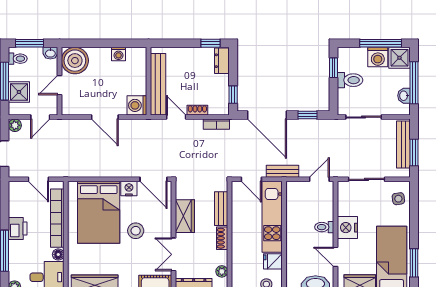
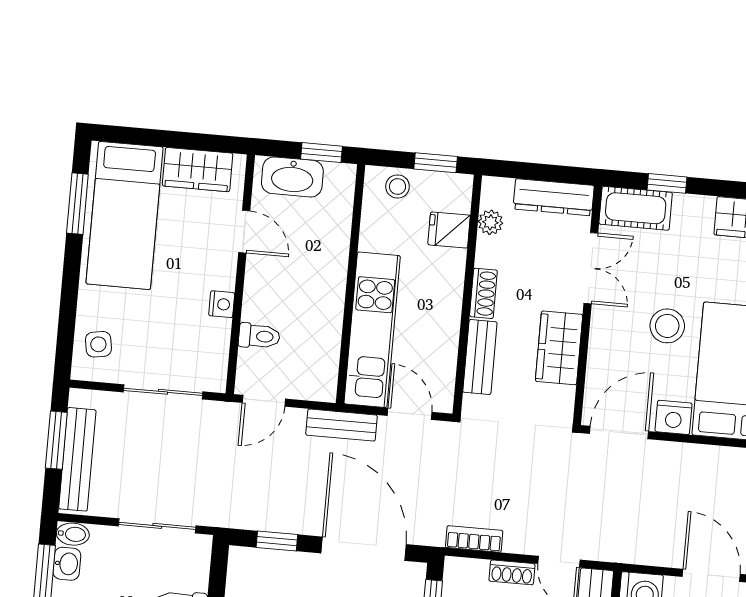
bidet: (402, 110) -> (73, 534), added
door: (154, 179) -> (619, 433), hinge flipped
toilet: (324, 227) -> (259, 336), moved
nightstand: (347, 228) -> (222, 304), width x0.53, depth x0.56
fridge: (273, 261) -> (449, 230), moved, turned 180

